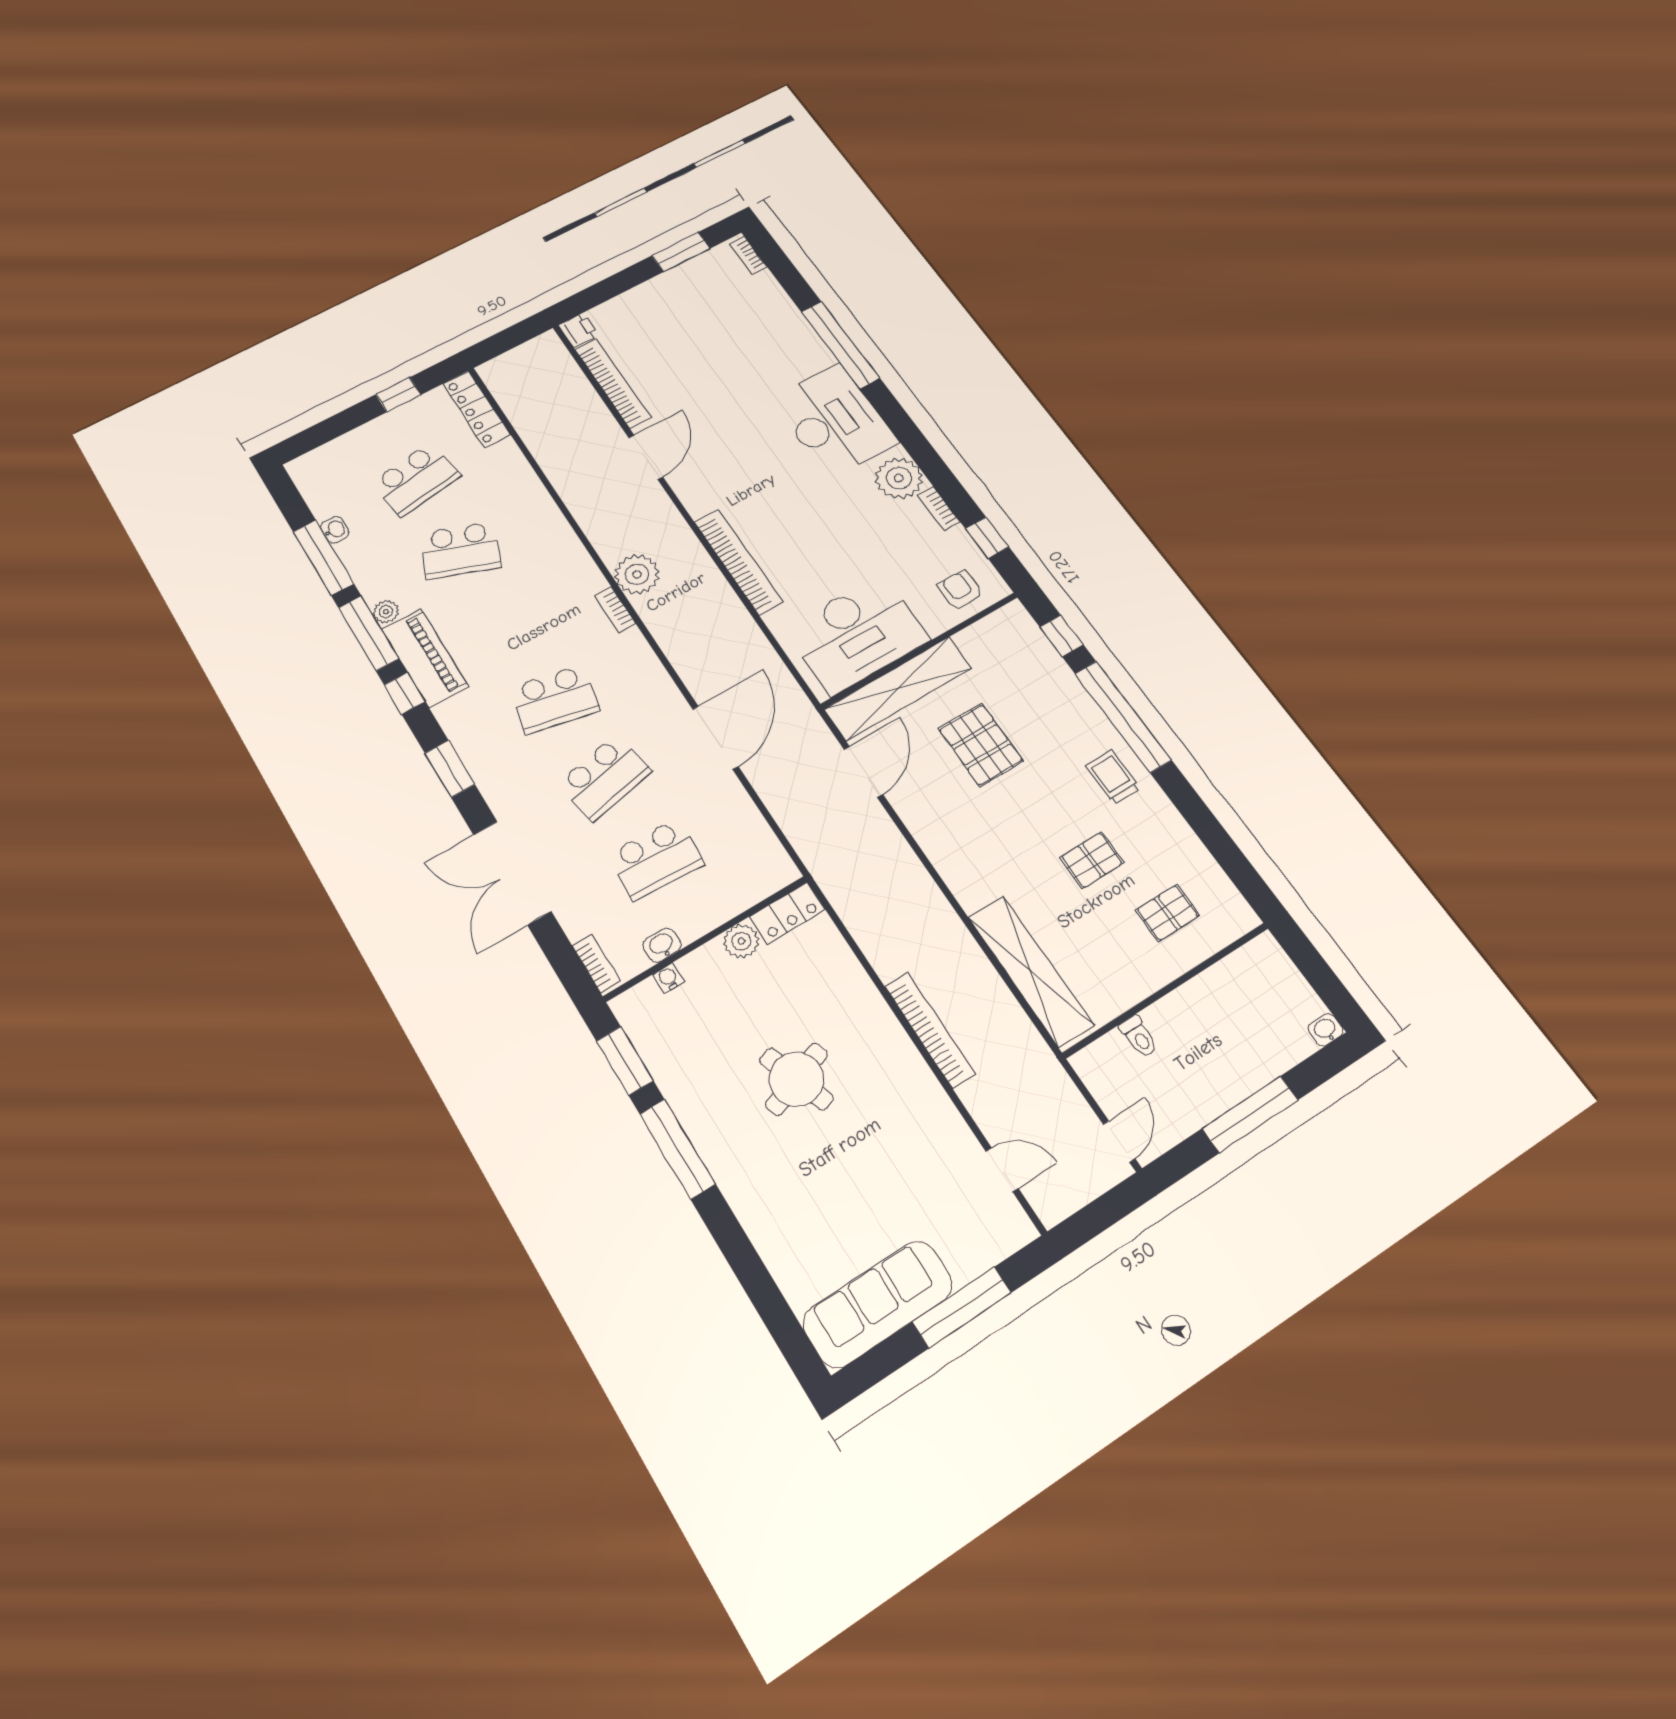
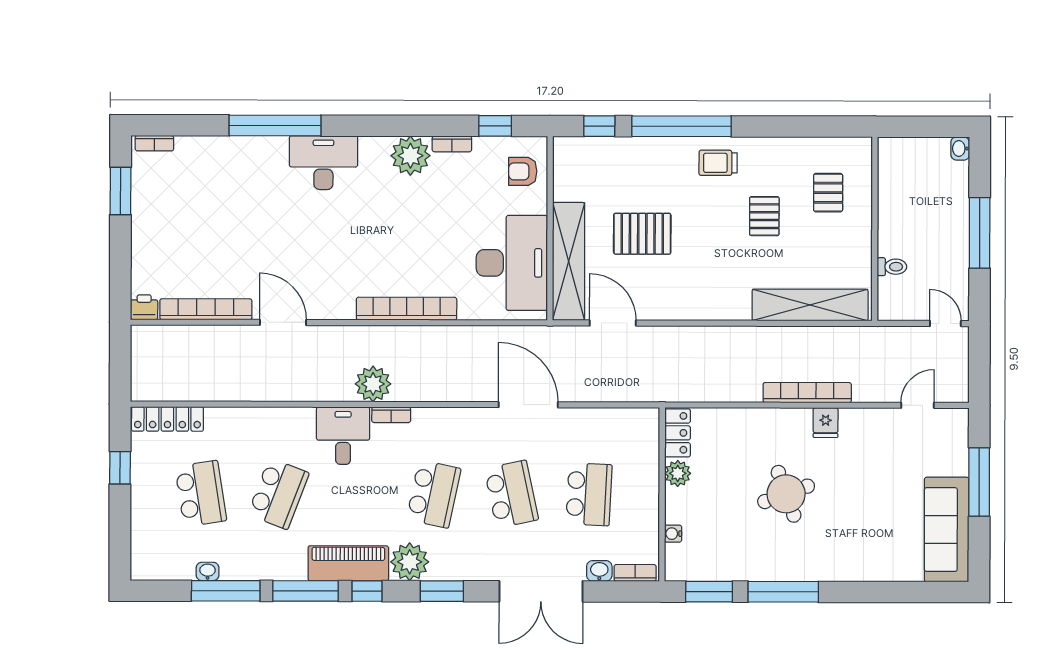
desk: (834, 421) -> (323, 163), width x0.73, depth x0.77
desk: (563, 577) -> (343, 436), added
plant: (386, 612) -> (410, 562), moved, width x1.88, depth x1.88
washbasin: (662, 945) -> (599, 571), moved, turned 90
fridge: (909, 1073) -> (826, 423), added

